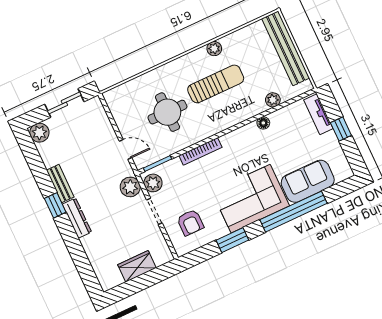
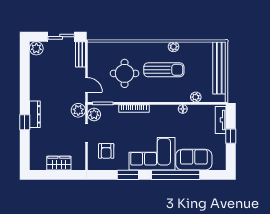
bench: (60, 184) -> (80, 54), moved
window: (55, 205) -> (25, 122), moved

